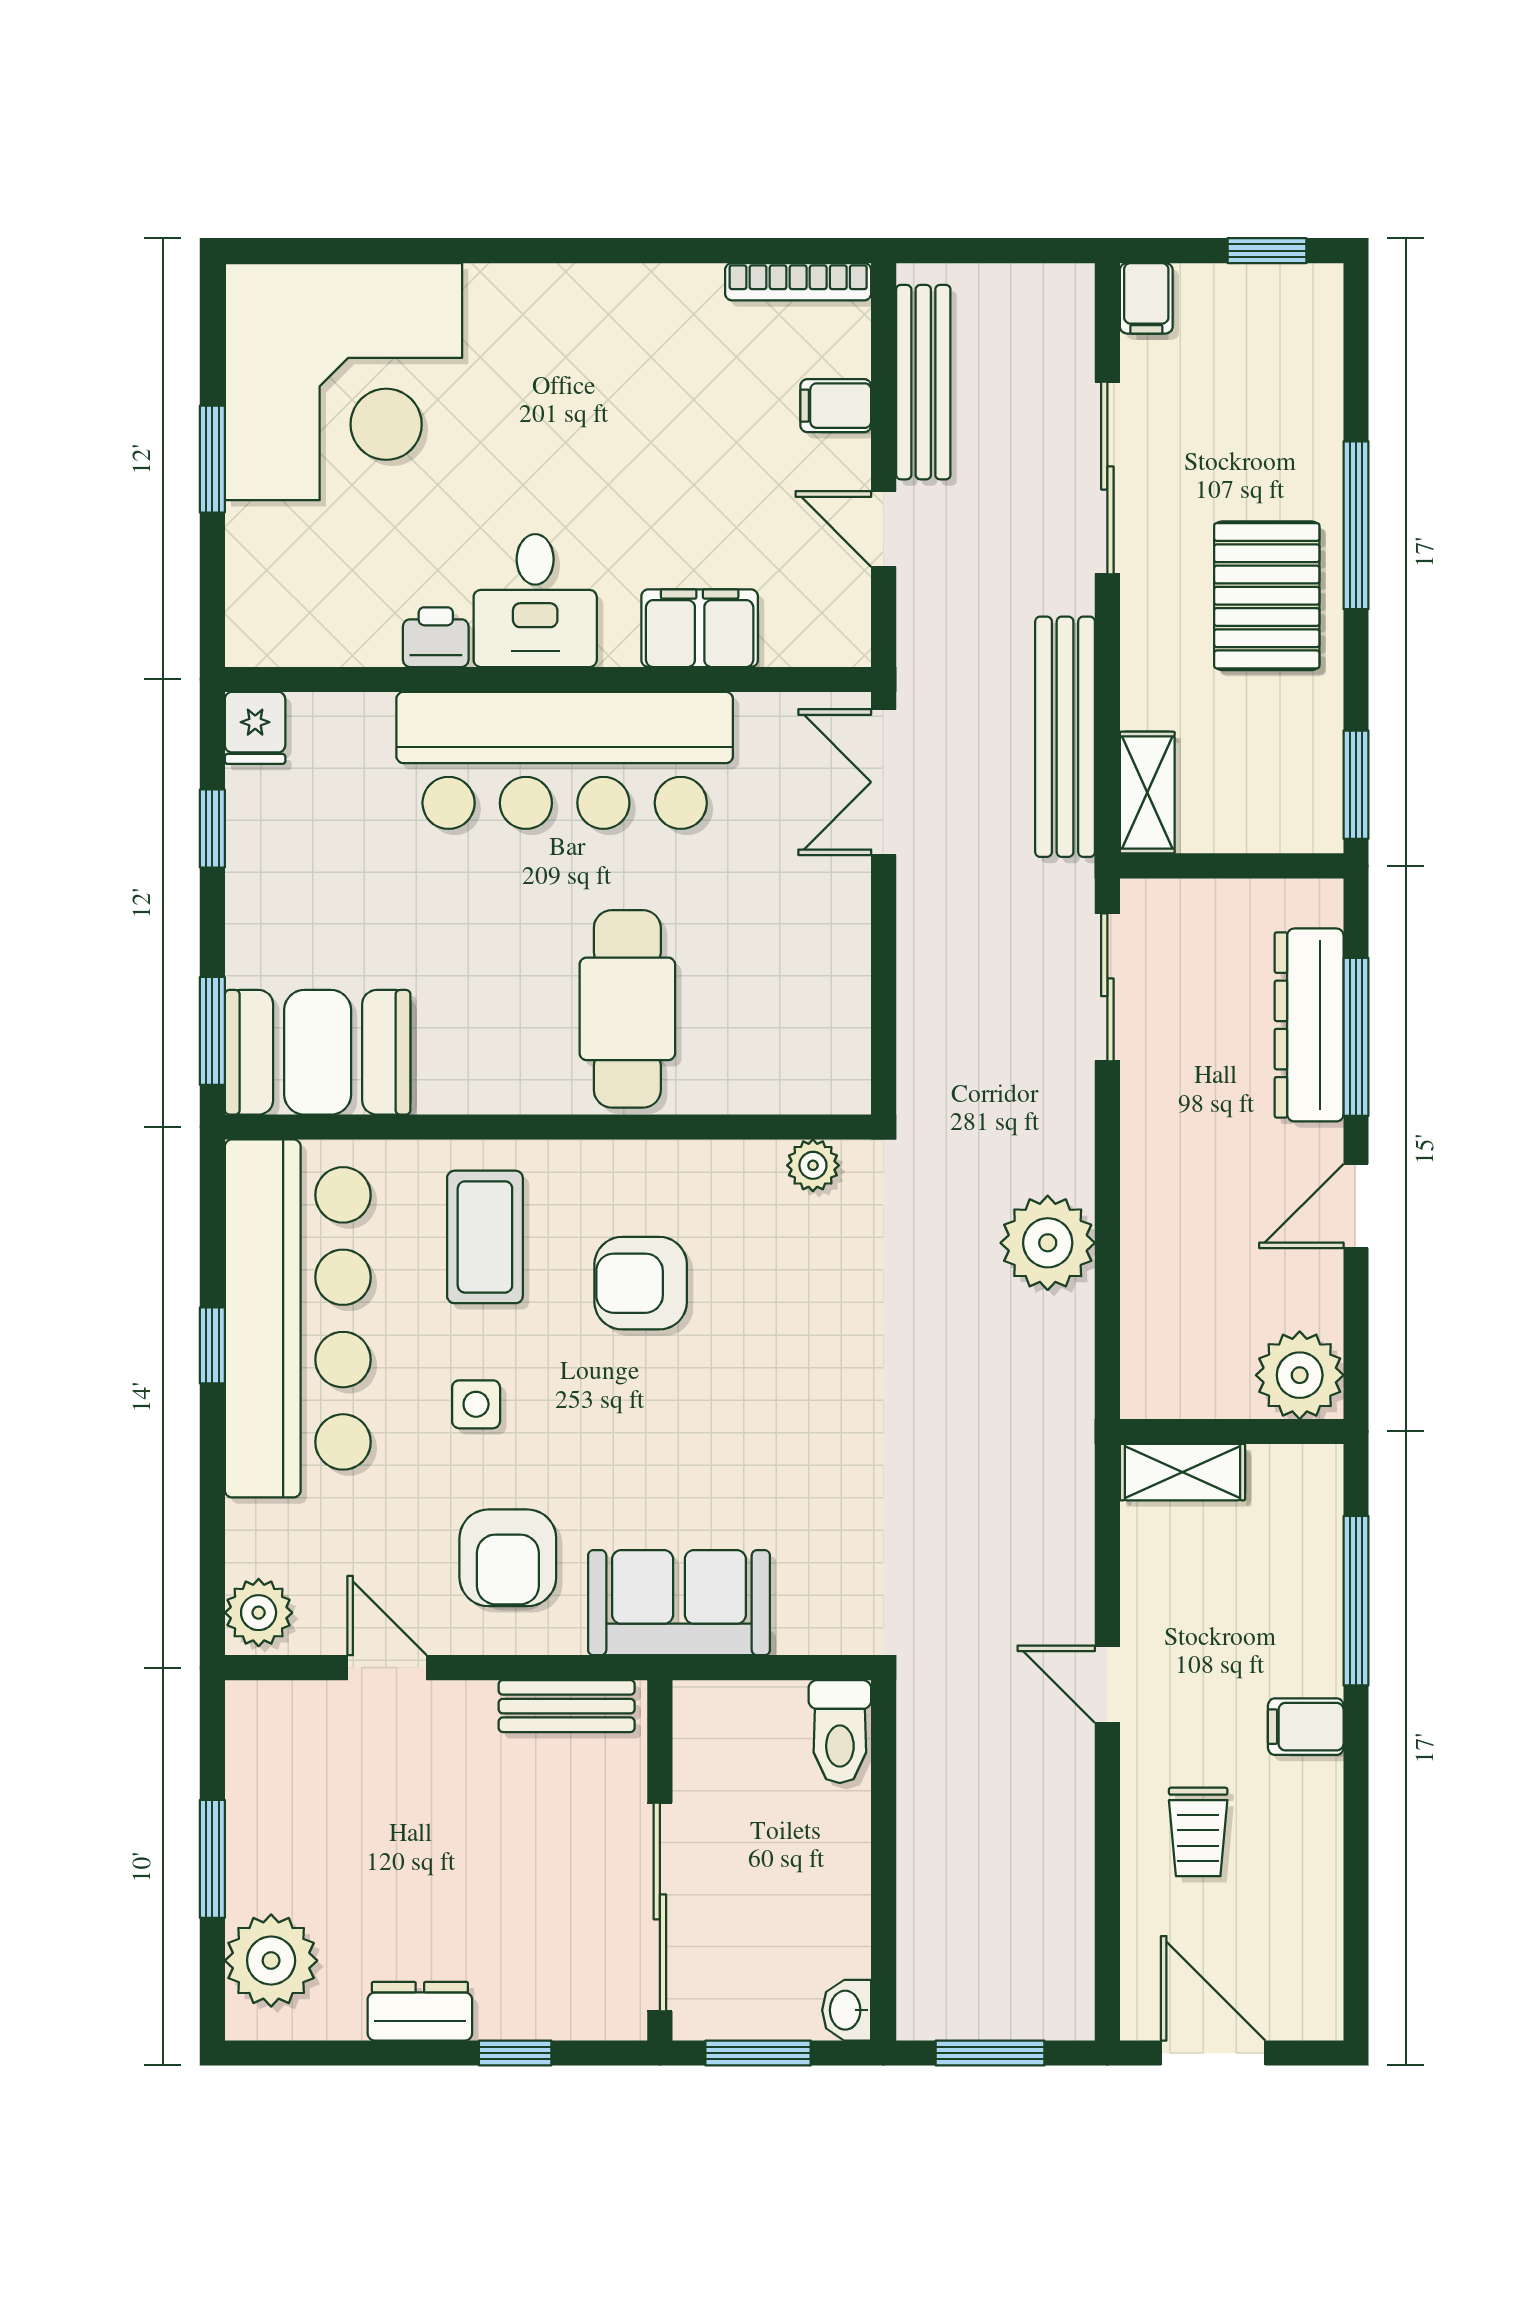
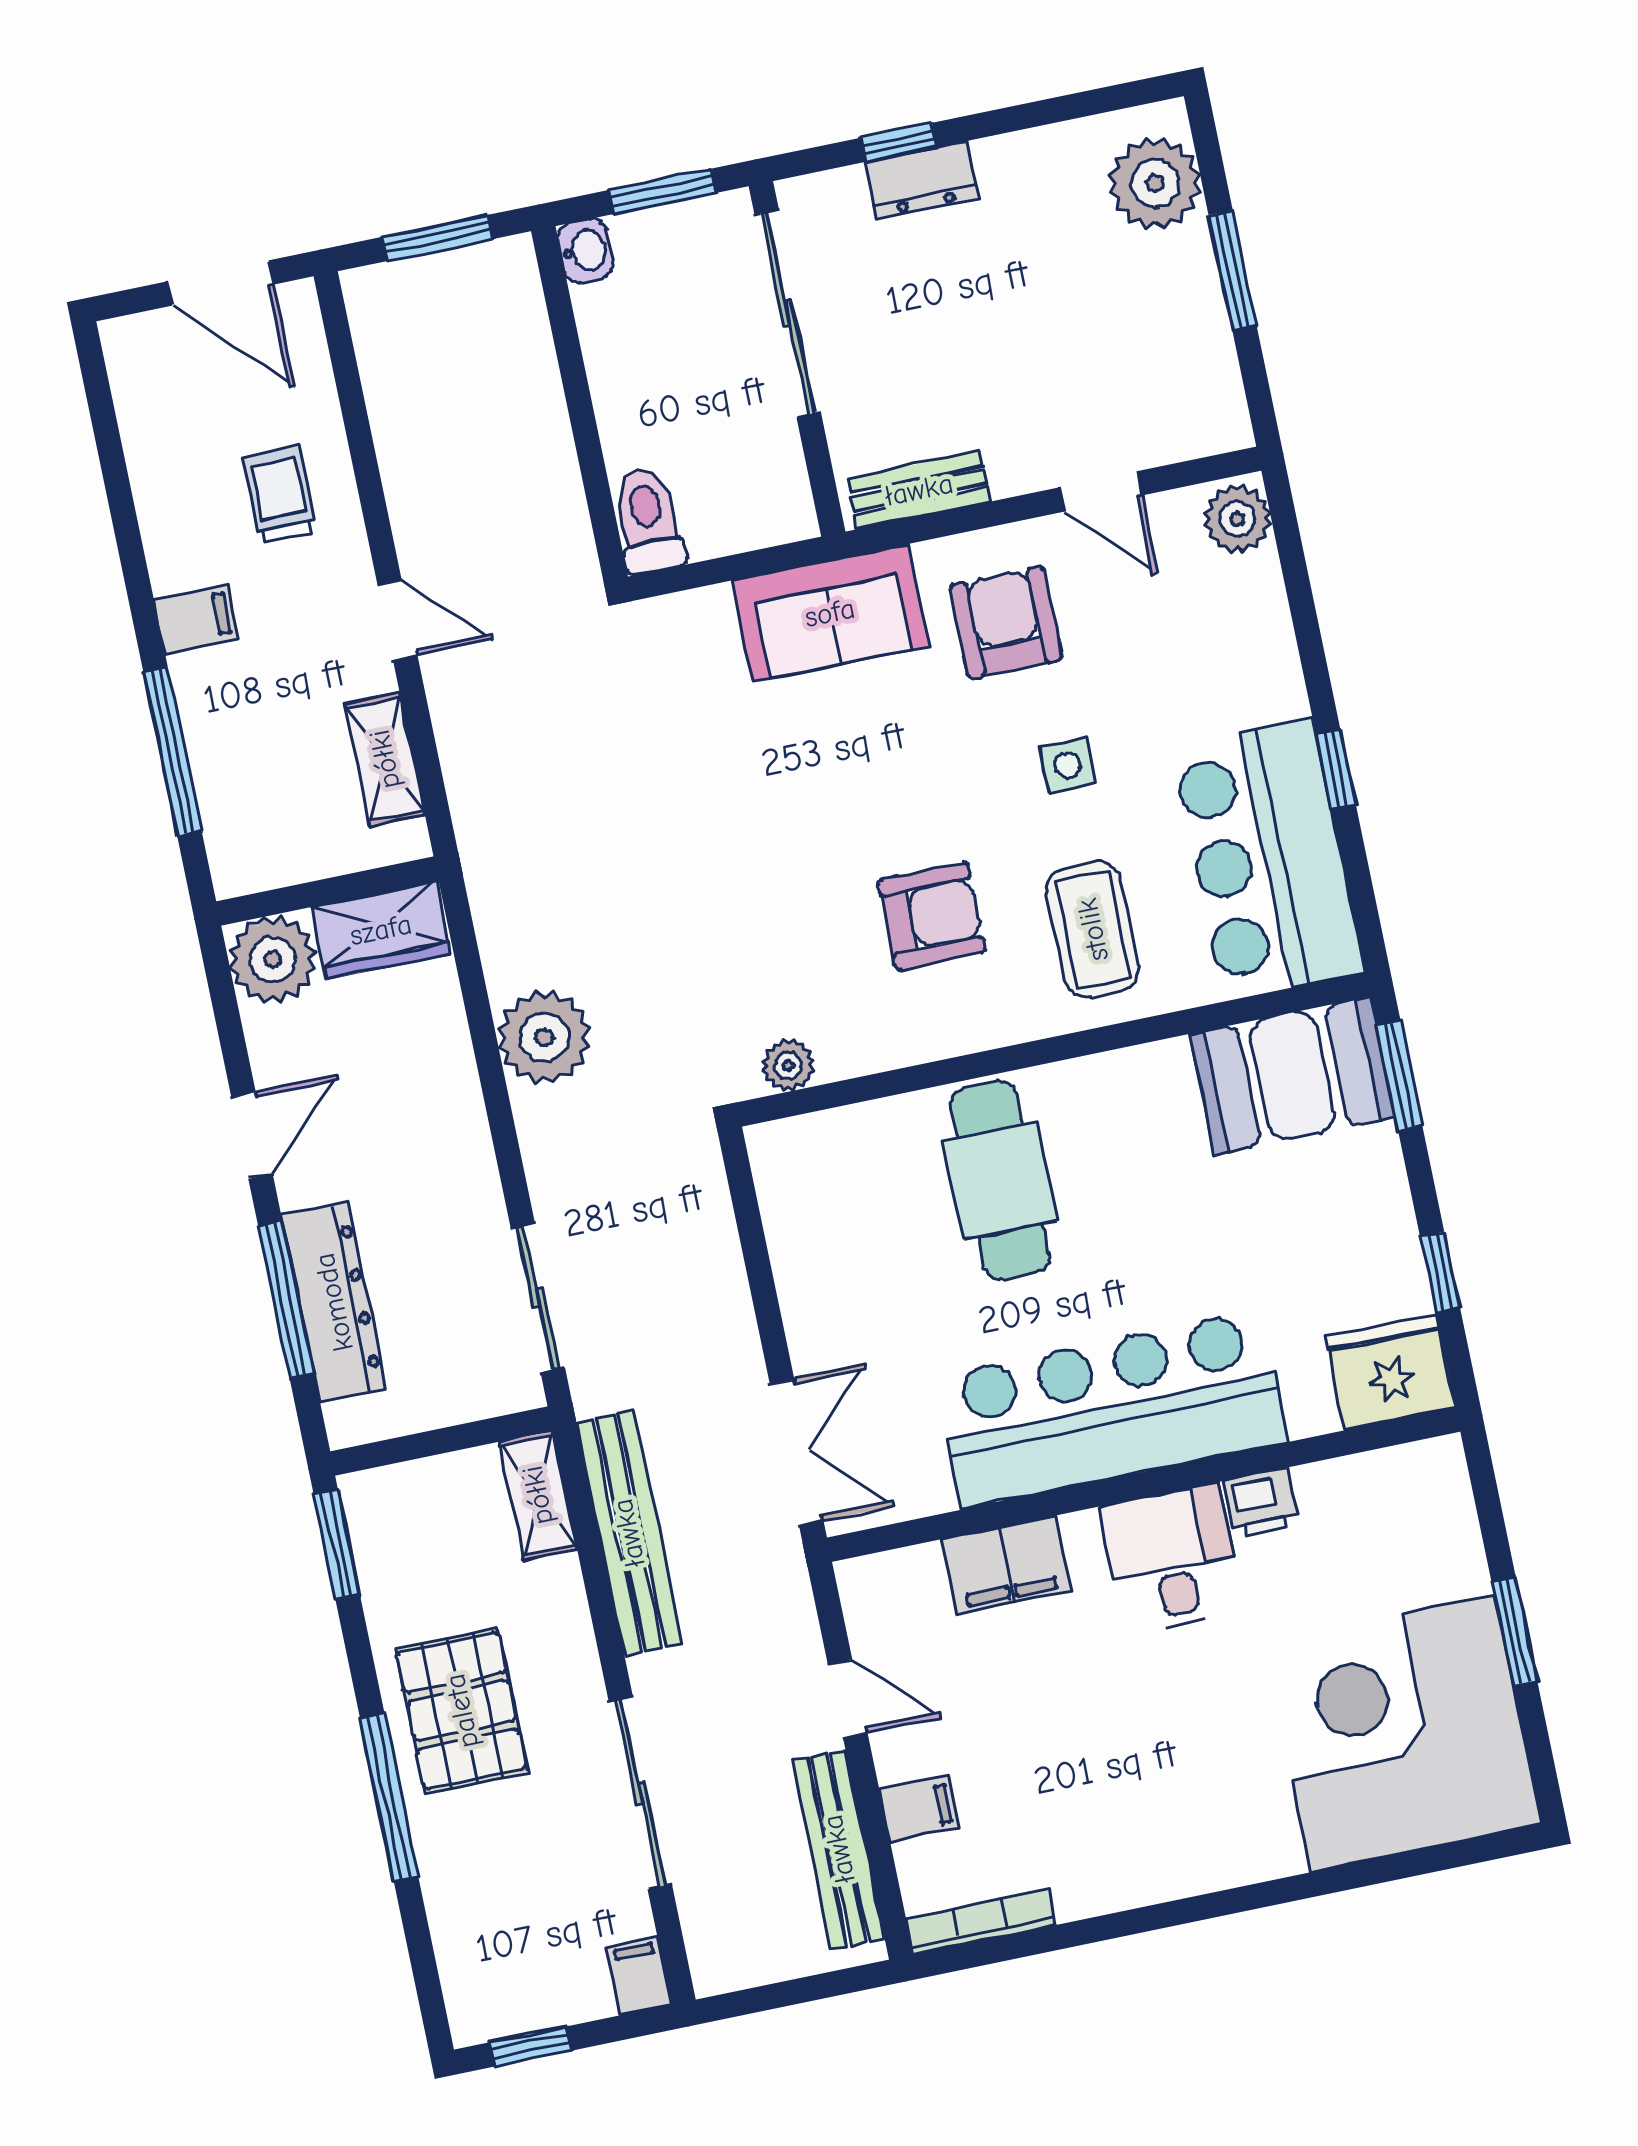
fridge: (255, 728) -> (1390, 1372), width x1.88, depth x1.34
bar counter: (298, 1318) -> (1268, 859), width x0.73
wardrobe: (1187, 1382) -> (381, 930), added
shelving: (1182, 1472) -> (385, 759), moved, turned 90
dresser: (420, 2011) -> (922, 180), moved

